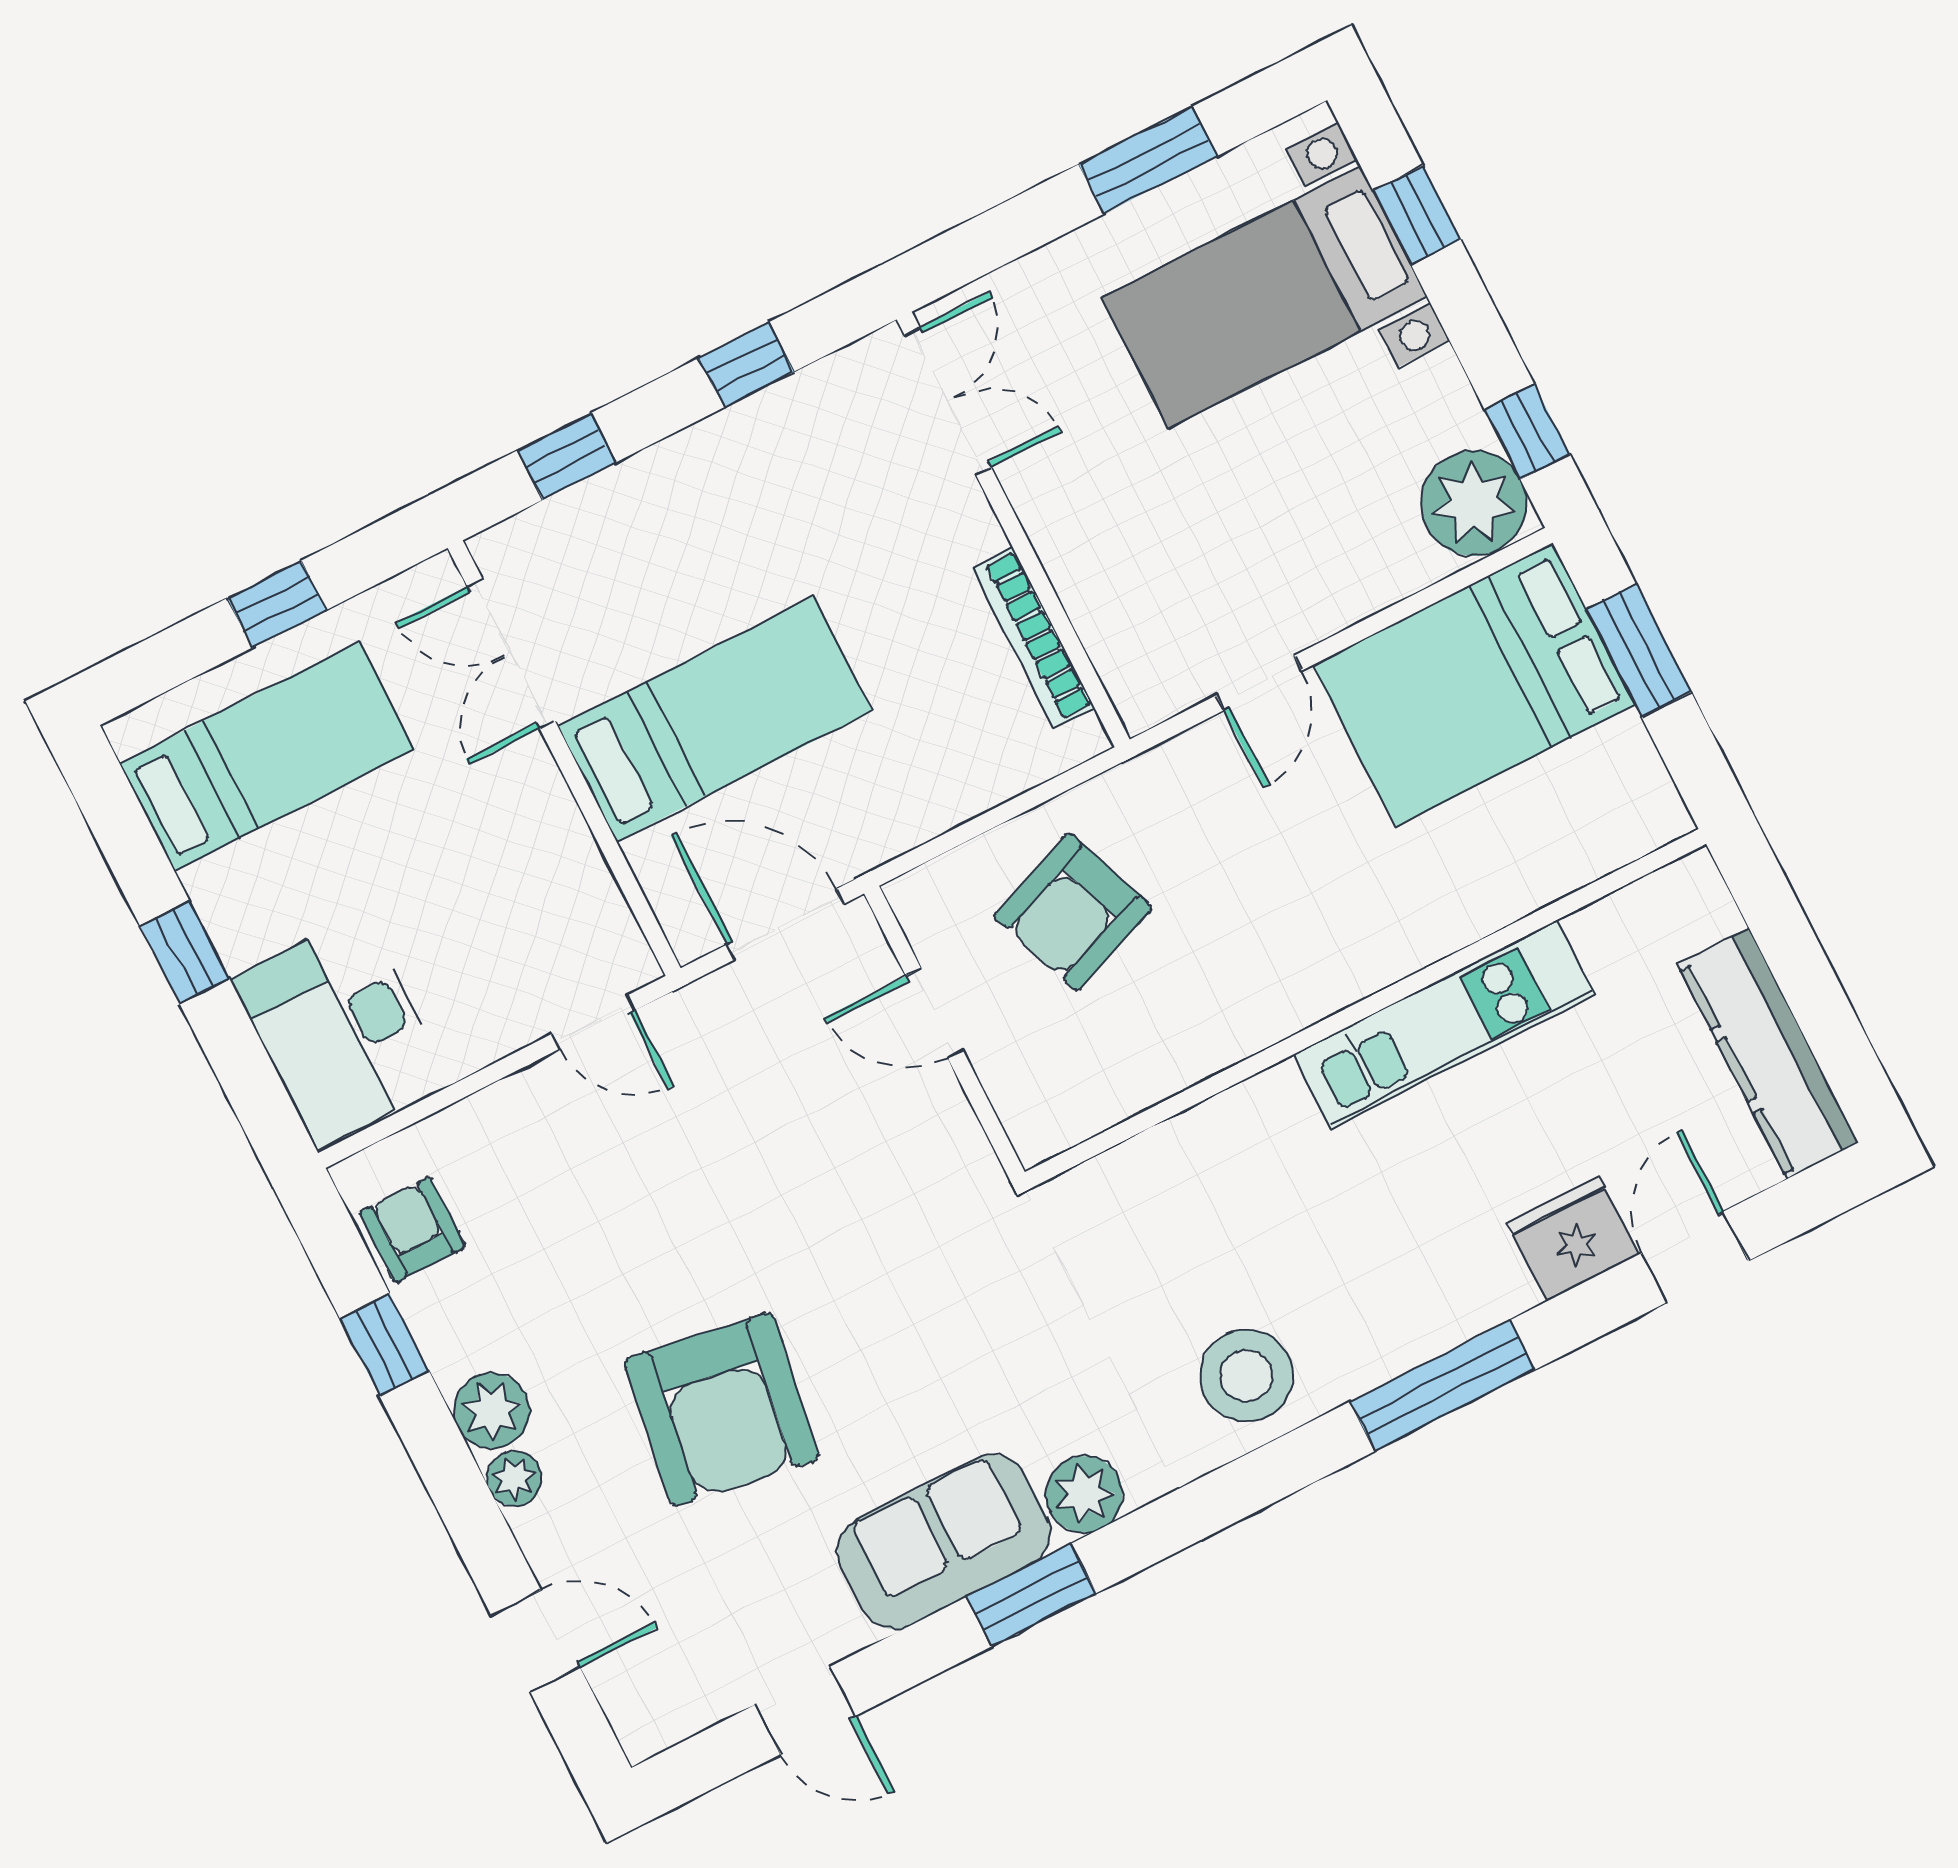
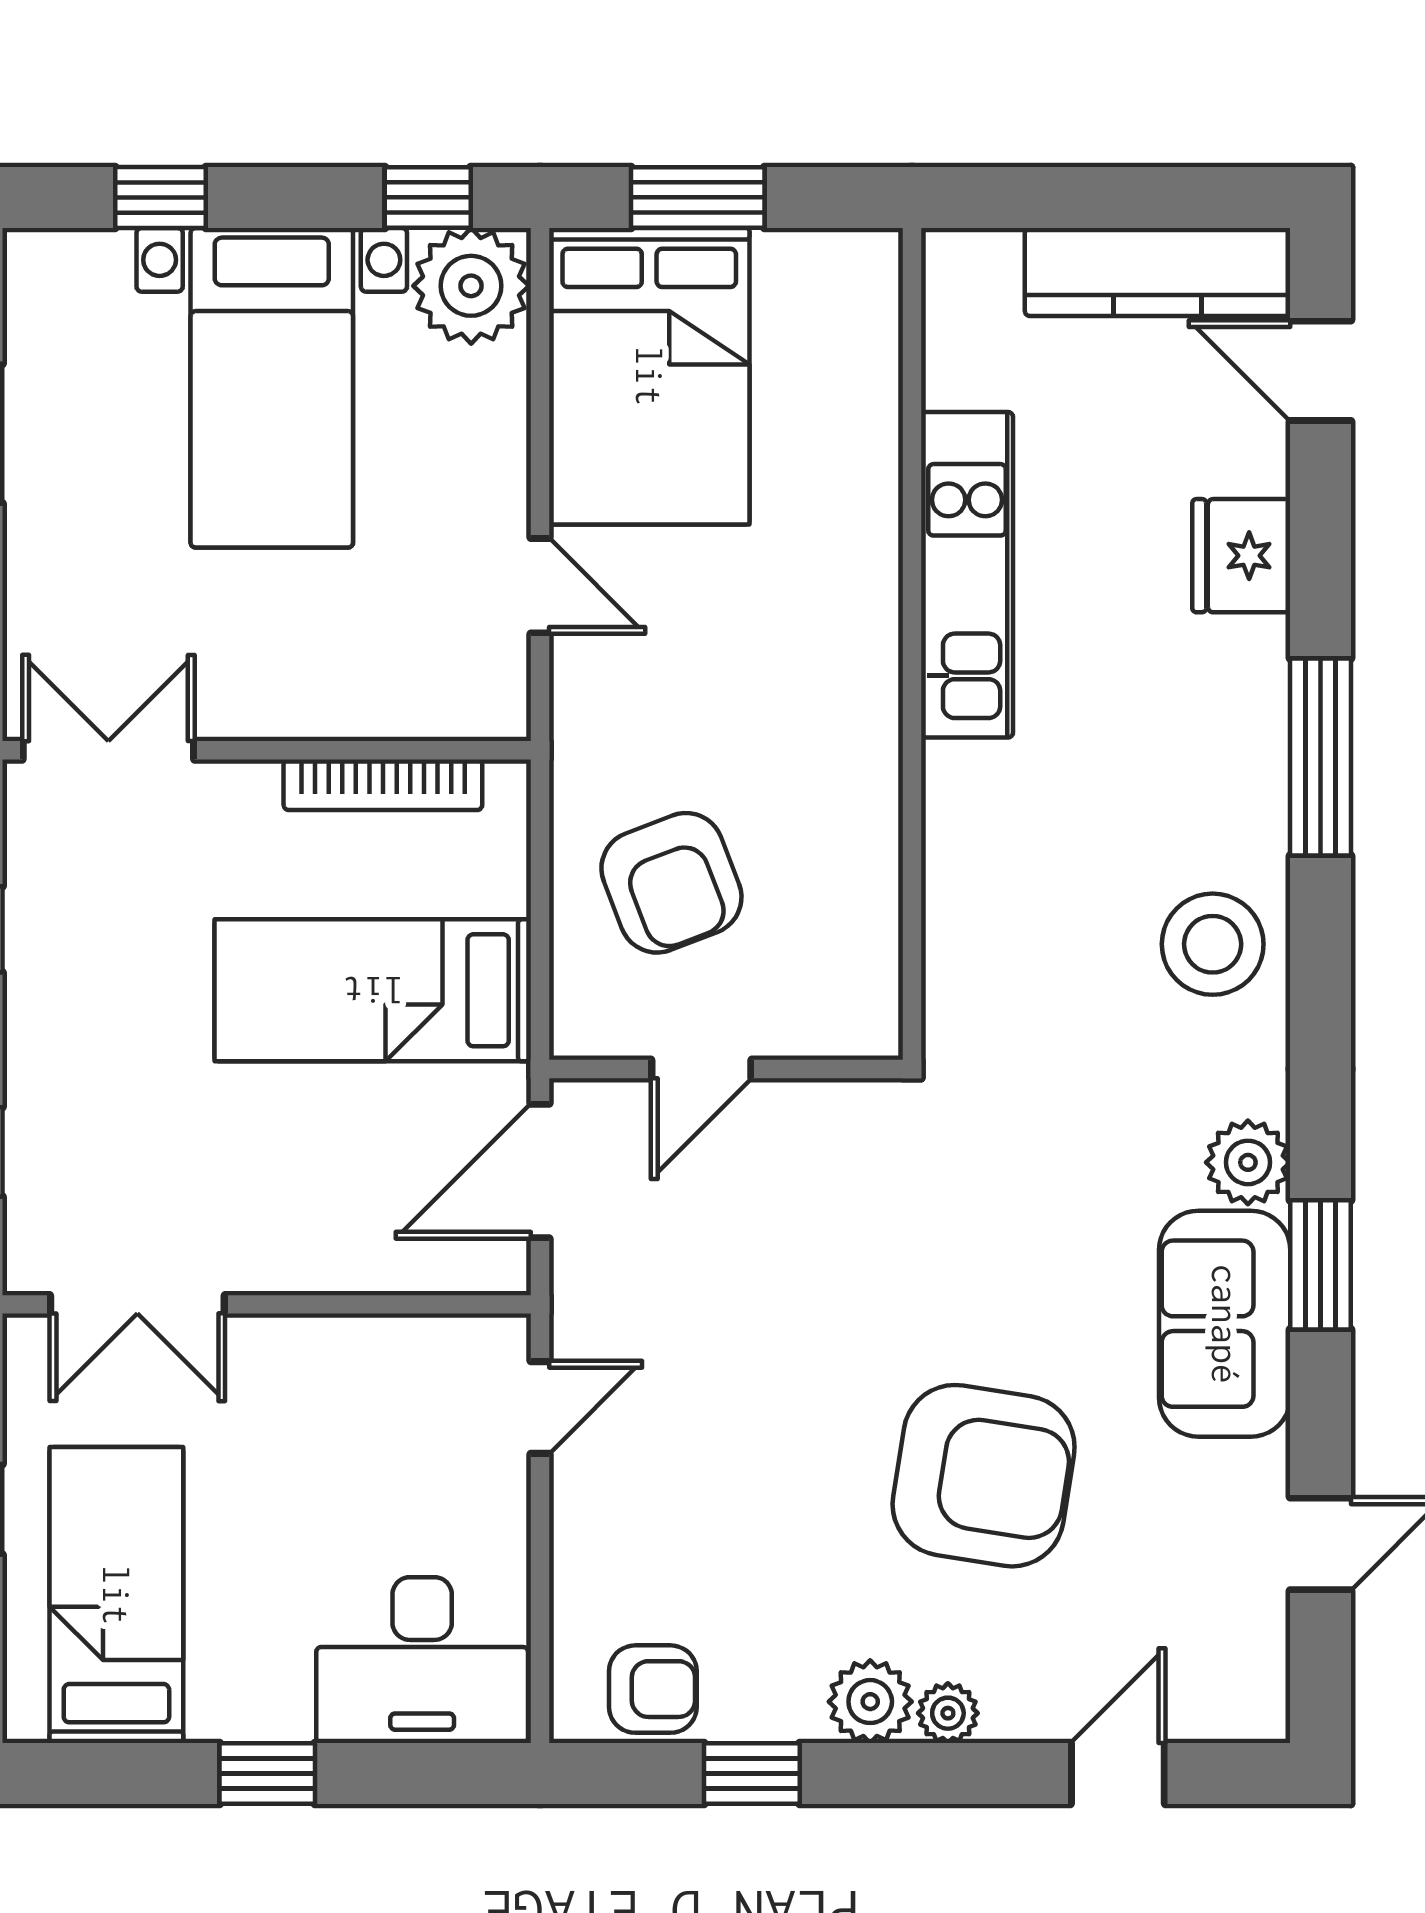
bed with nightstands: (1265, 297) -> (272, 388), moved
bed: (715, 719) -> (373, 990), moved, turned -90
armchair: (412, 1230) -> (653, 1689), turned 180
door: (1695, 1257) -> (1320, 371), moved

